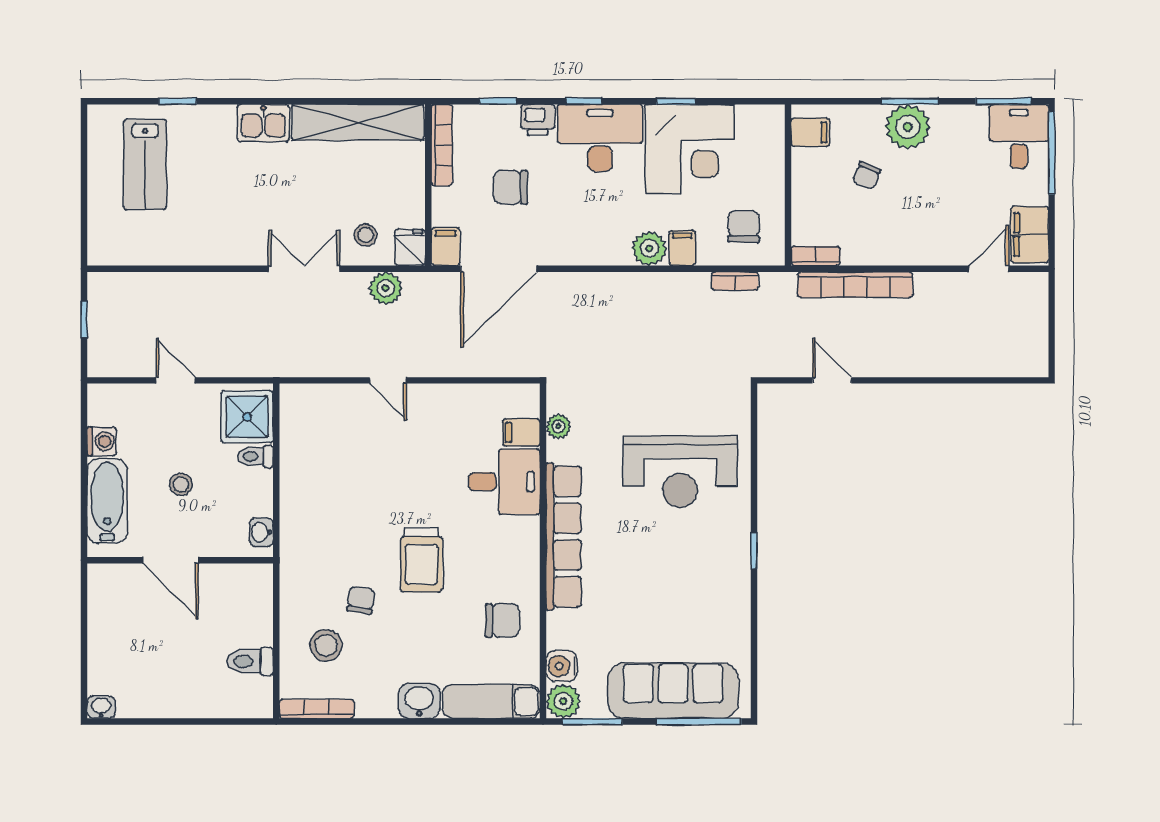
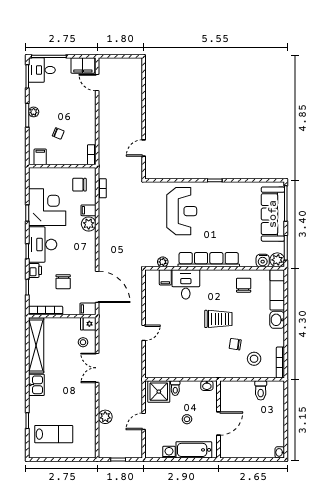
plant: (908, 127) -> (34, 112), width x0.53, depth x0.53
bookcase: (855, 285) -> (104, 138), removed
plant: (386, 288) -> (105, 417), moved

